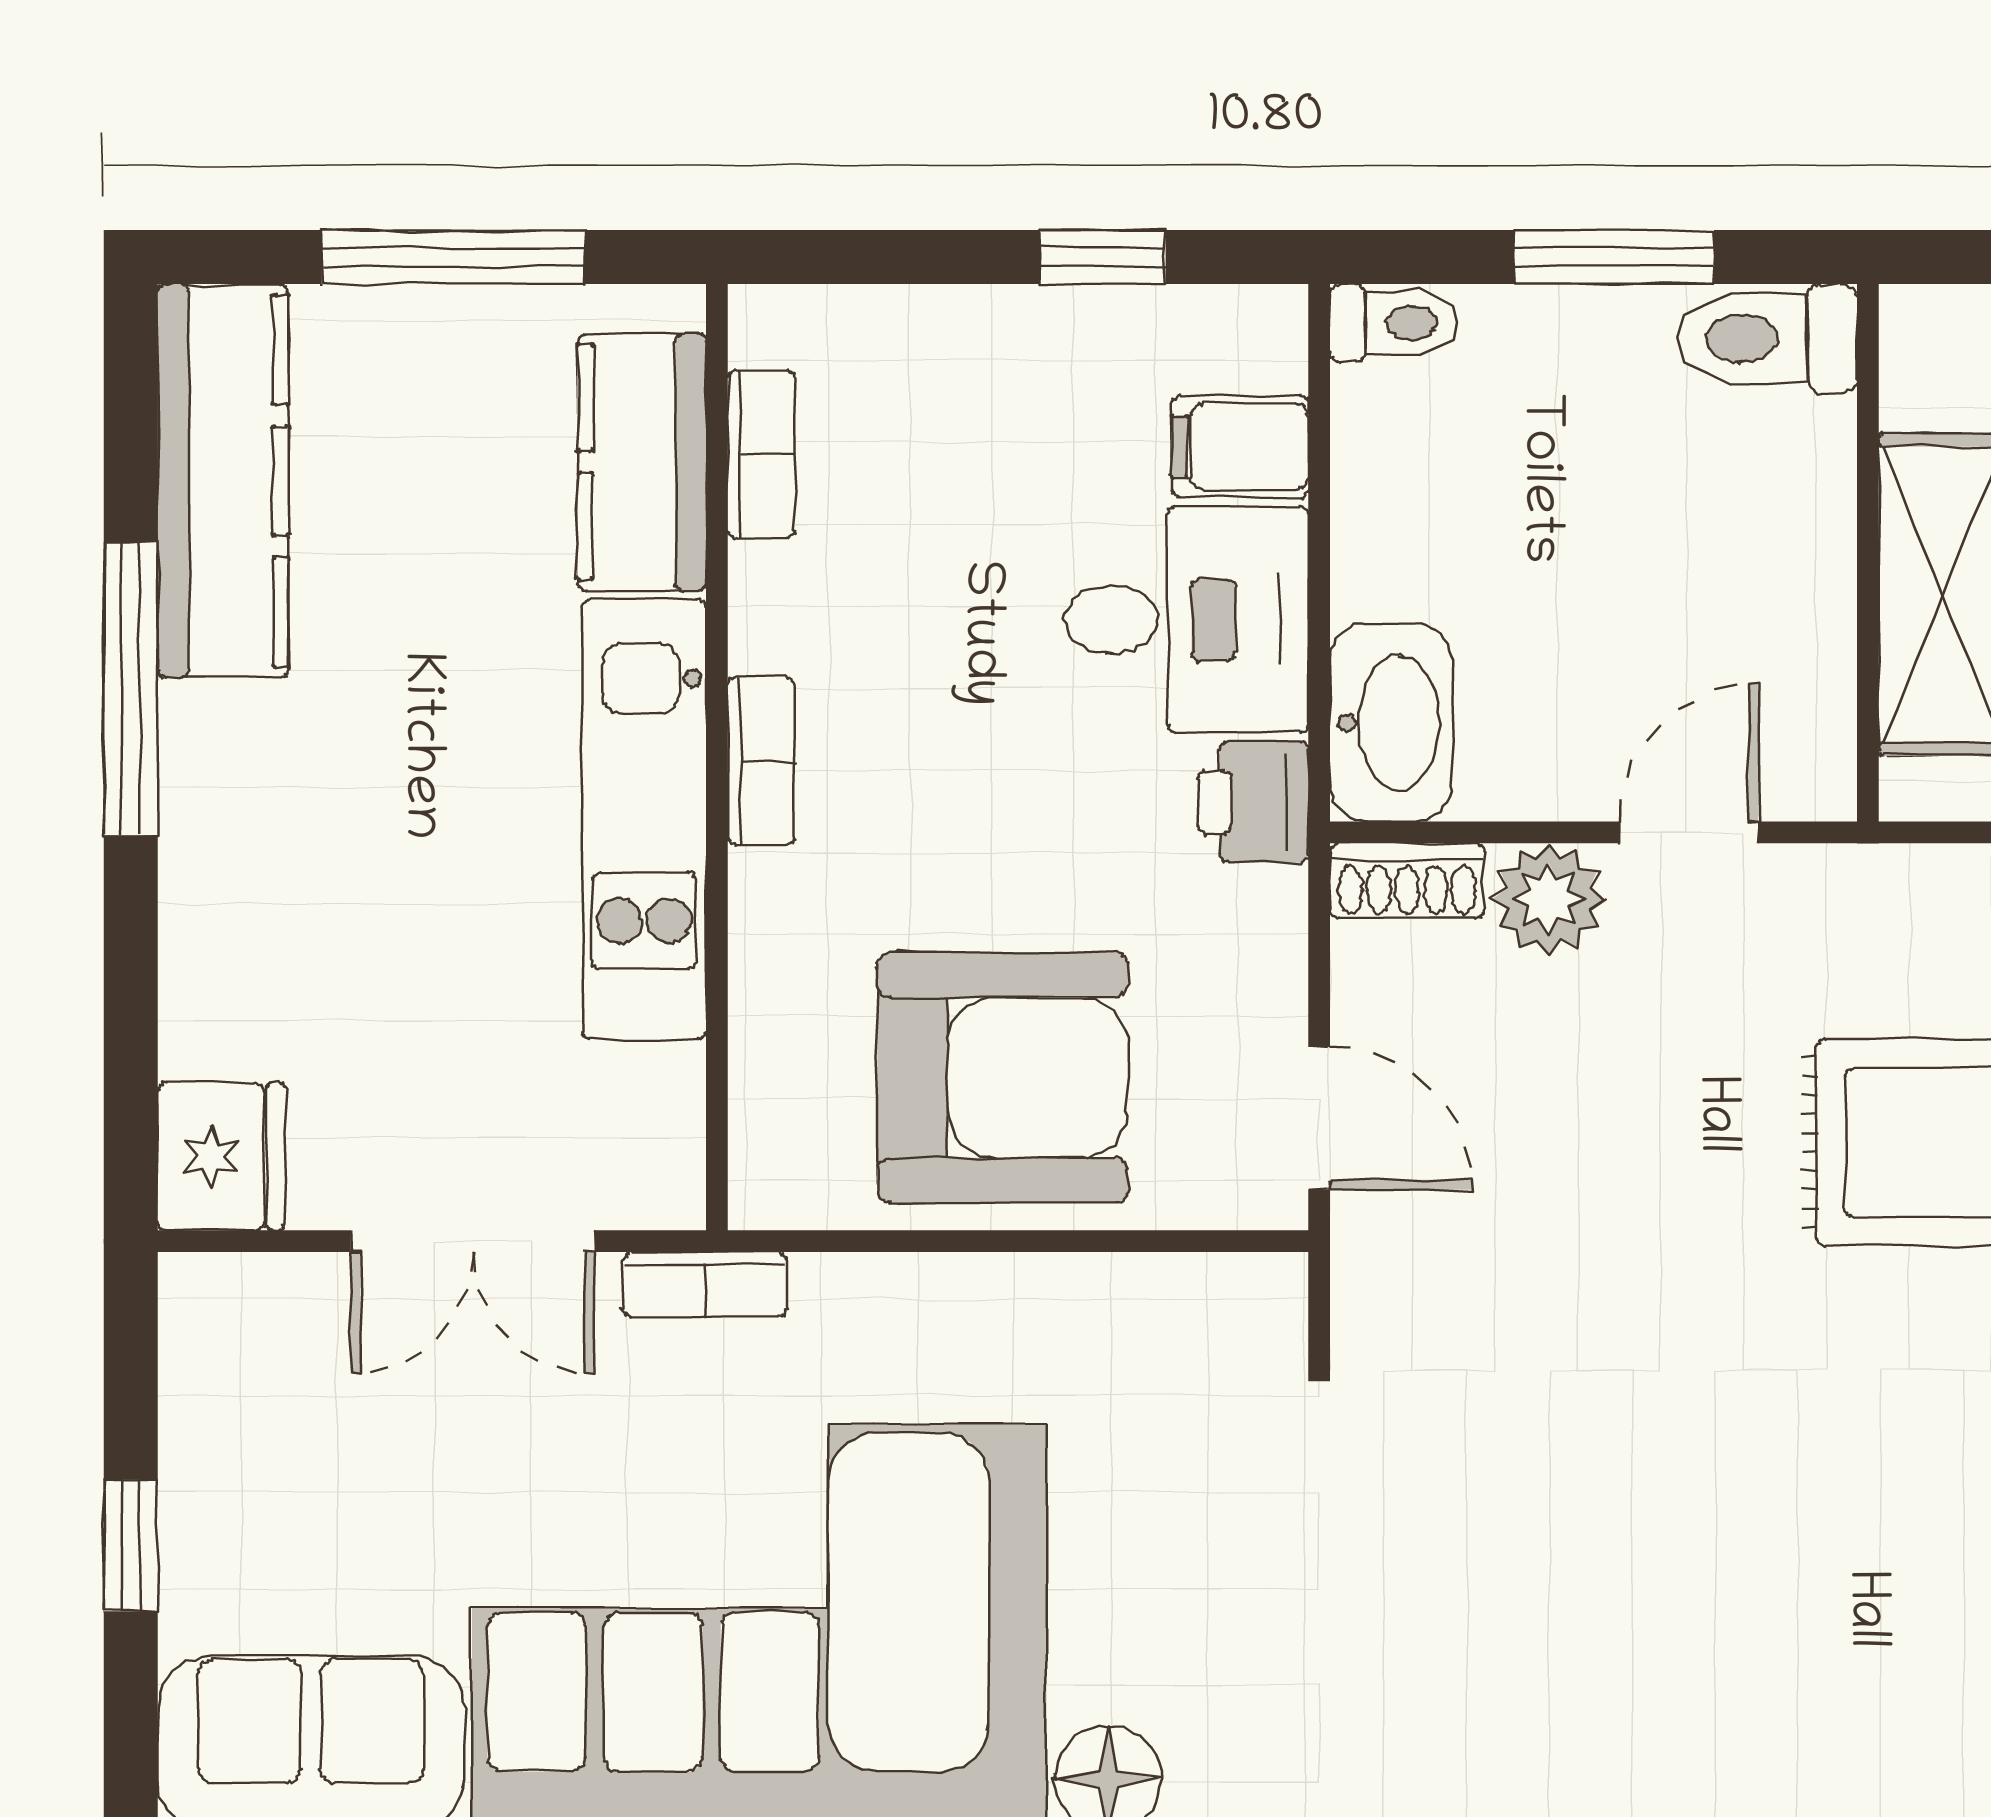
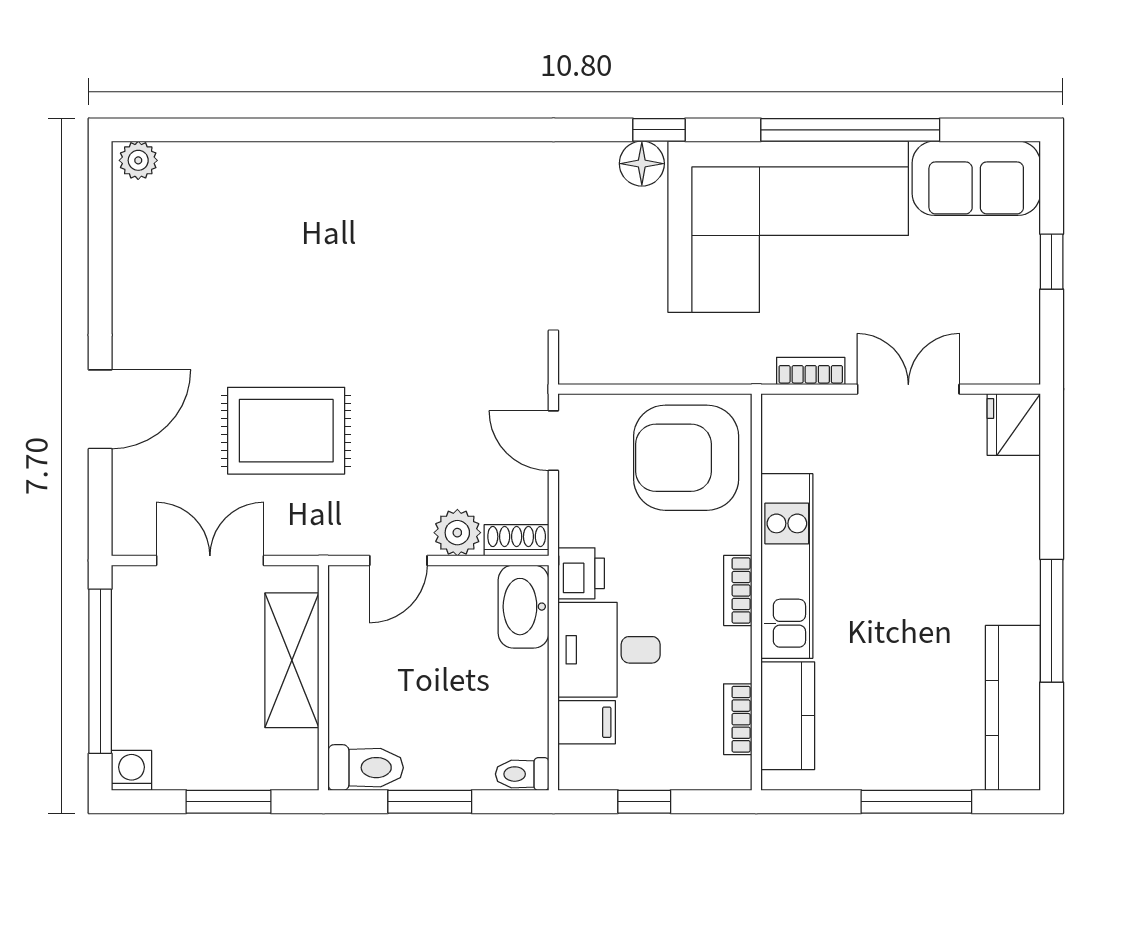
bookcase: (761, 454) -> (738, 719), moved
kitchen counter: (642, 462) -> (788, 716), moved
wall: (717, 757) -> (756, 592), moved
bookcase: (761, 761) -> (738, 591), moved
kitchen unit: (644, 819) -> (787, 566), moved

